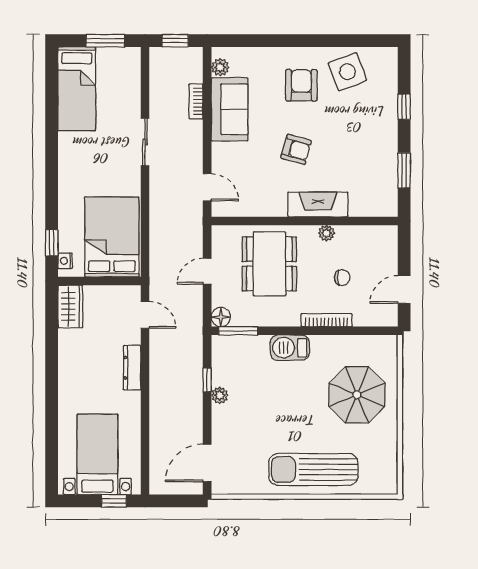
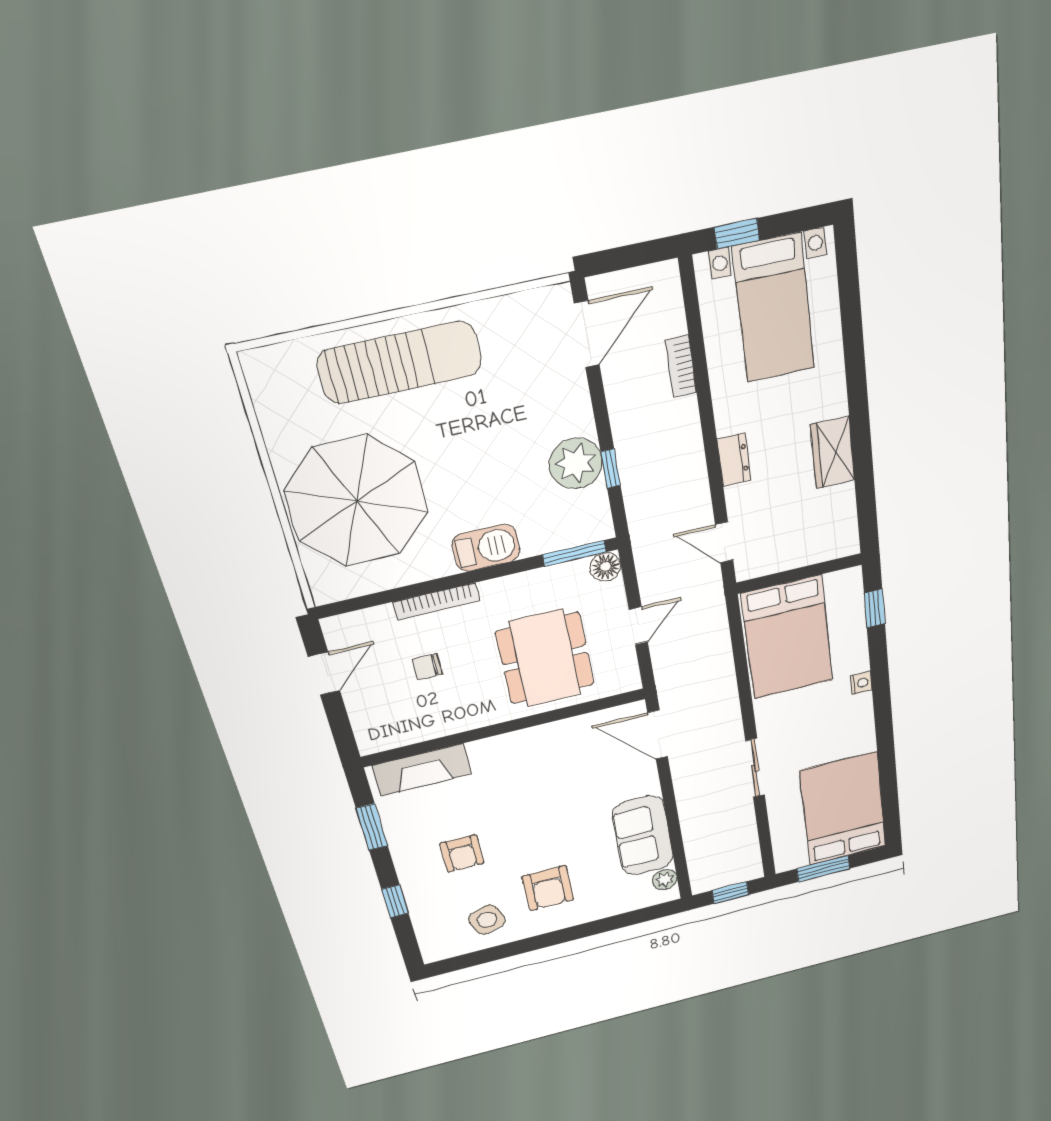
side table: (347, 72) -> (487, 920), width x0.73, depth x0.73
bed: (77, 89) -> (843, 809), width x1.50
bookcase: (196, 101) -> (681, 366), moved, turned 180
armchair: (296, 149) -> (462, 853), moved, turned -106
door: (207, 187) -> (658, 735), width x1.38
fireplace: (318, 204) -> (422, 770), moved
plant: (326, 233) -> (467, 720), removed
nightstand: (65, 261) -> (861, 683), moved
wardrobe: (70, 307) -> (833, 453), moved
dresser: (132, 368) -> (734, 460), width x0.70
plant: (220, 395) -> (576, 463), width x1.87, depth x1.87
parasol: (357, 395) -> (357, 501), width x1.36, depth x1.36

